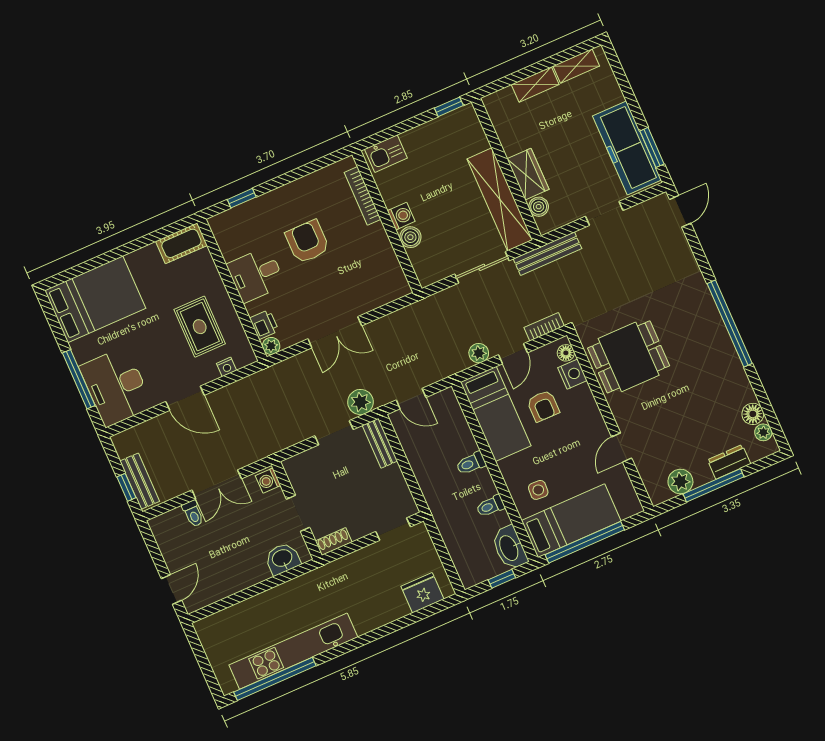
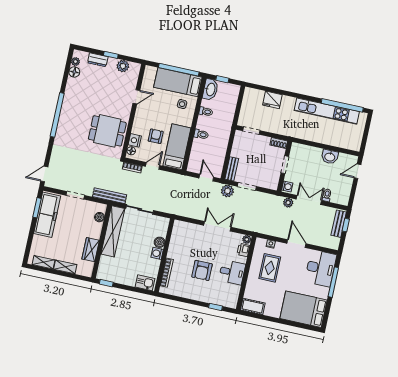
wardrobe: (528, 174) -> (91, 250), moved
plant: (479, 353) -> (288, 203), moved
window: (714, 485) -> (111, 55), width x0.46
washbasin: (282, 559) -> (330, 157), moved
fridge: (422, 593) -> (272, 100), moved

